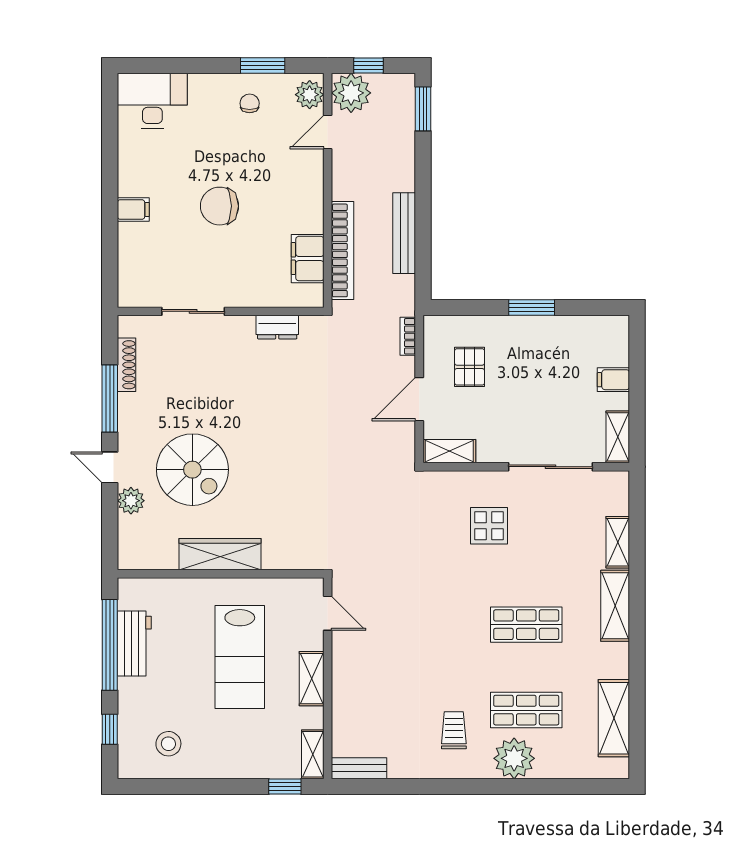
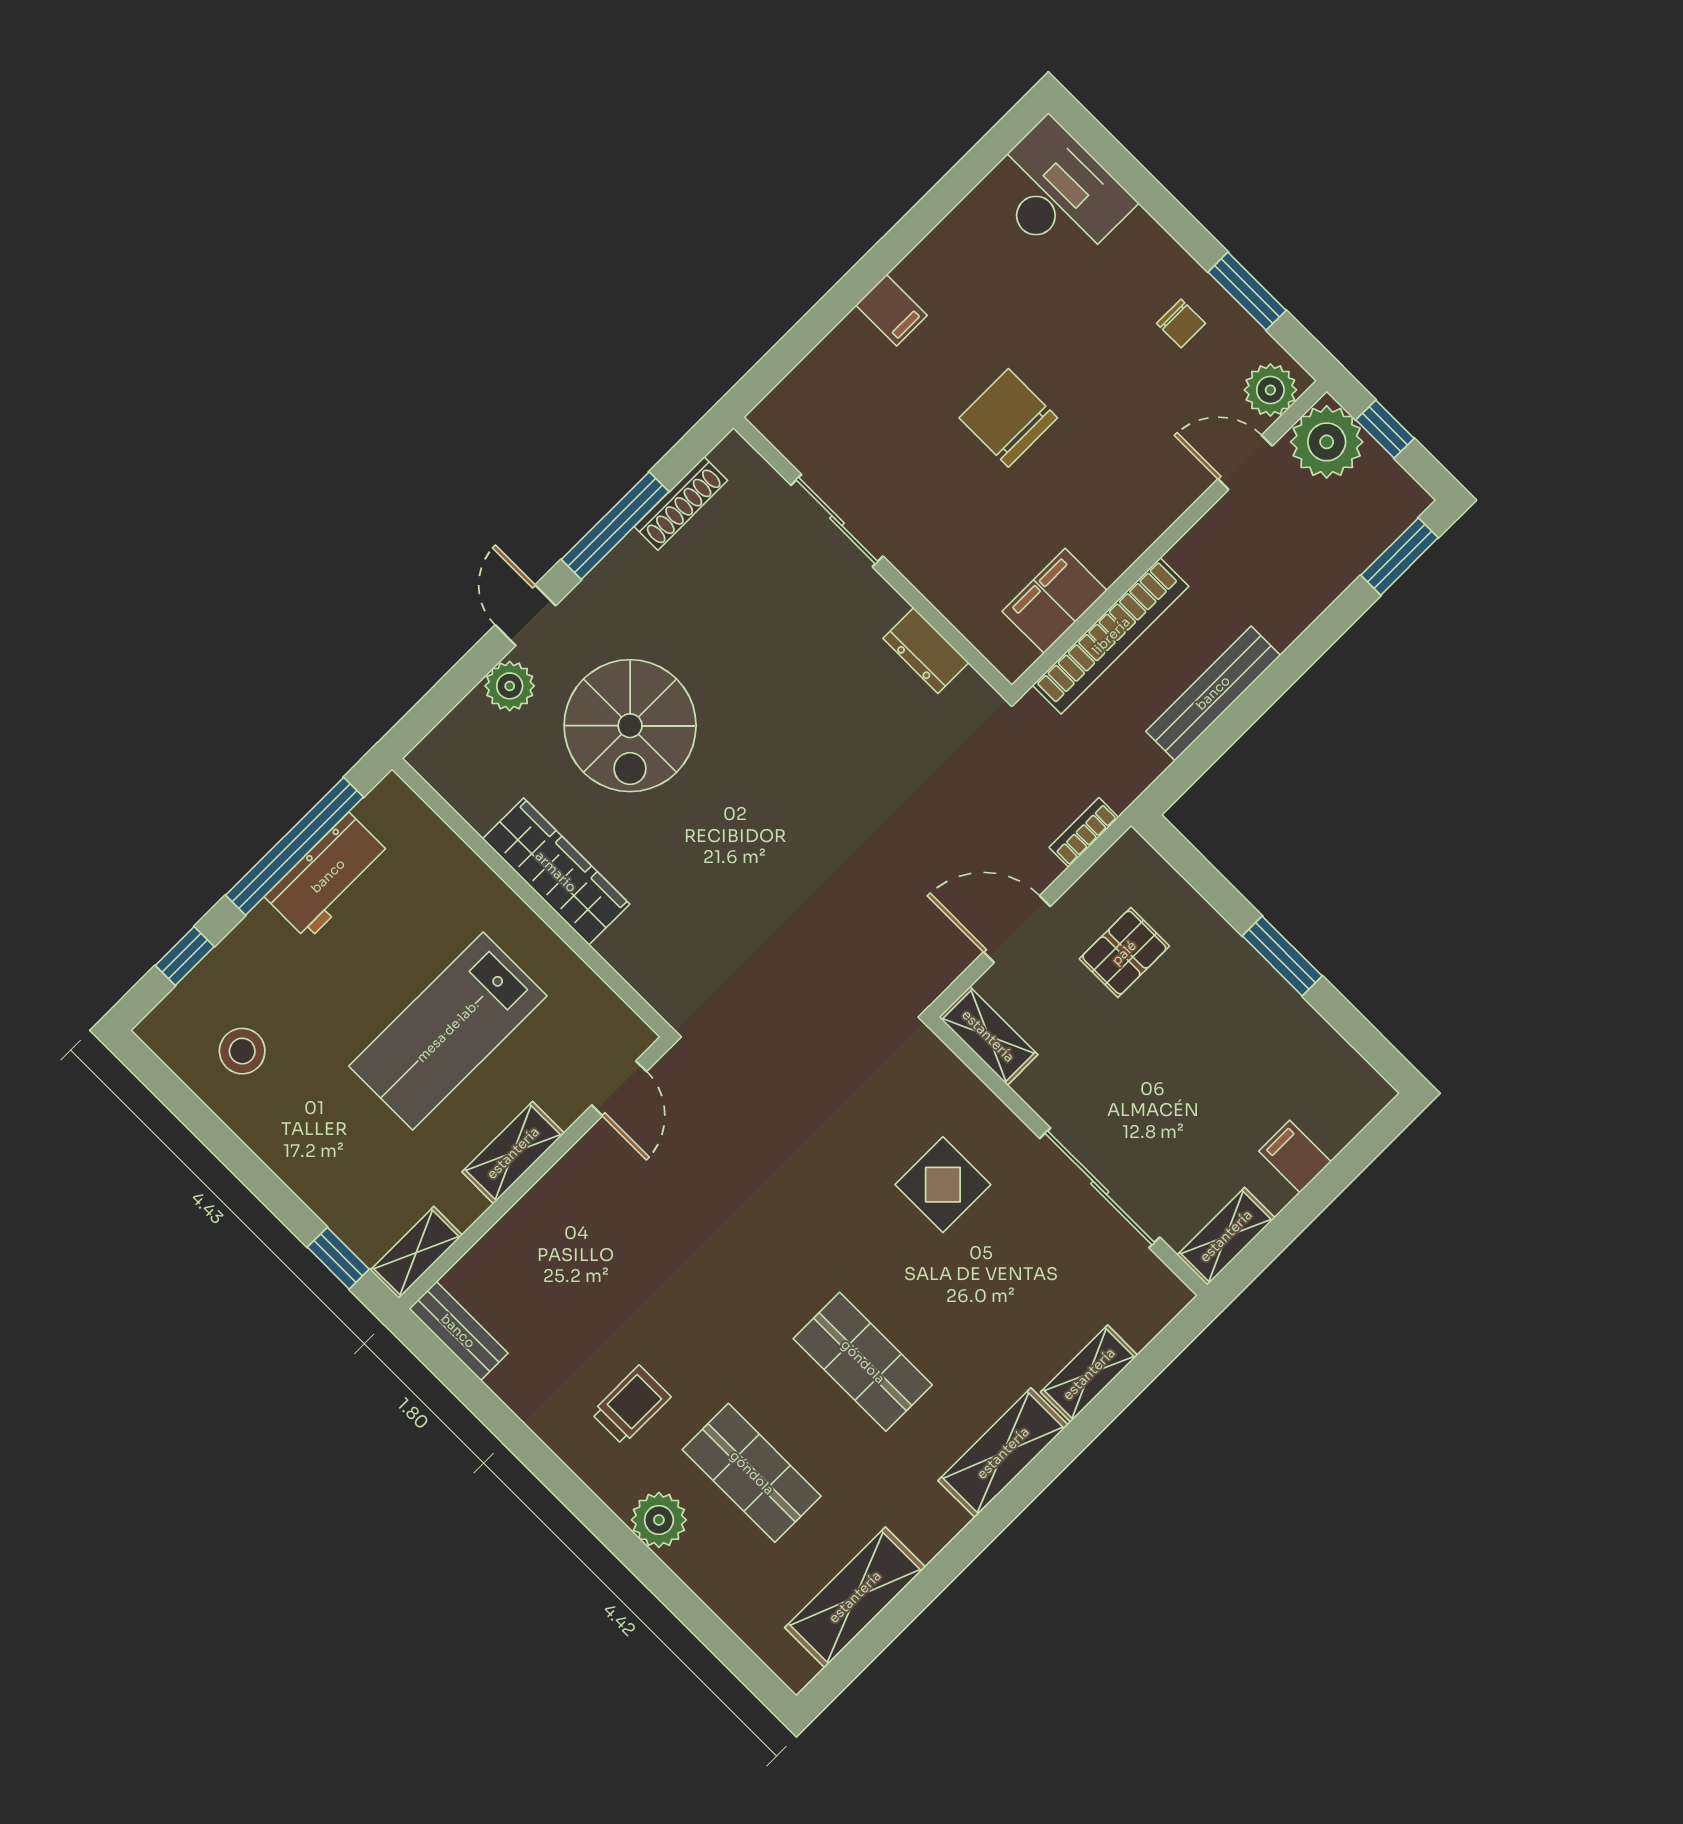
chair: (250, 103) -> (1181, 323), turned 90
plant: (514, 758) -> (659, 1520), width x0.73, depth x0.73

